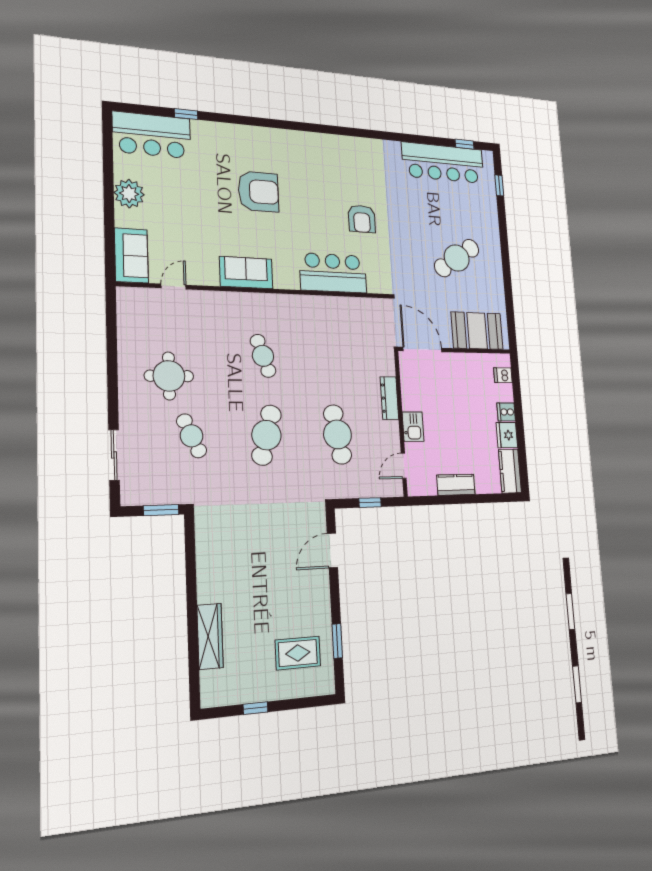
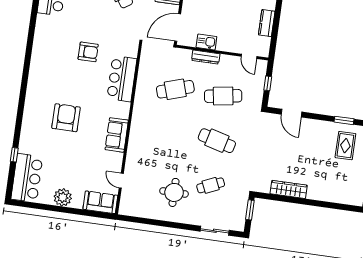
cafe table: (263, 356) -> (175, 89), moved, width x1.37, depth x1.35
kitchen sink: (413, 427) -> (206, 42), moved
wardrobe: (210, 636) -> (289, 189), moved

